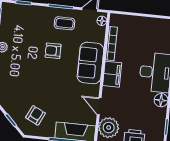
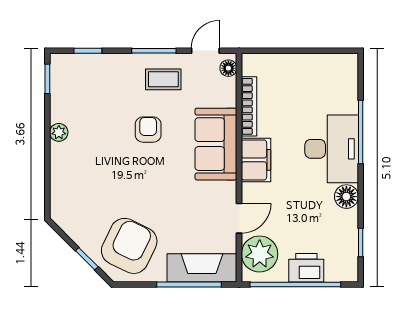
armchair: (53, 51) -> (148, 130), turned 90
door: (99, 106) -> (239, 218), swing flipped
armchair: (36, 115) -> (129, 246), width x1.88, depth x1.88

